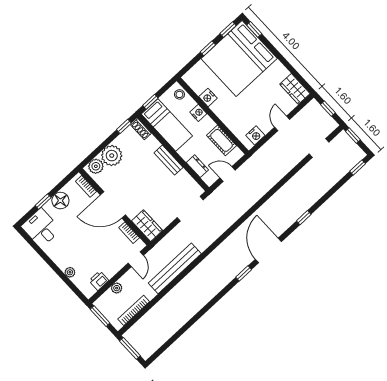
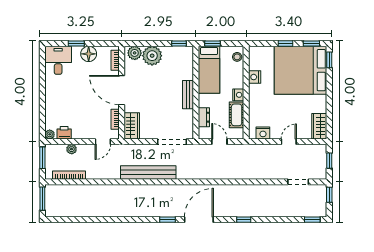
nightstand: (198, 113) -> (238, 95), moved
shoe rack: (141, 129) -> (189, 56), removed
bench: (175, 268) -> (148, 173), moved
plant: (70, 272) -> (50, 134), moved

